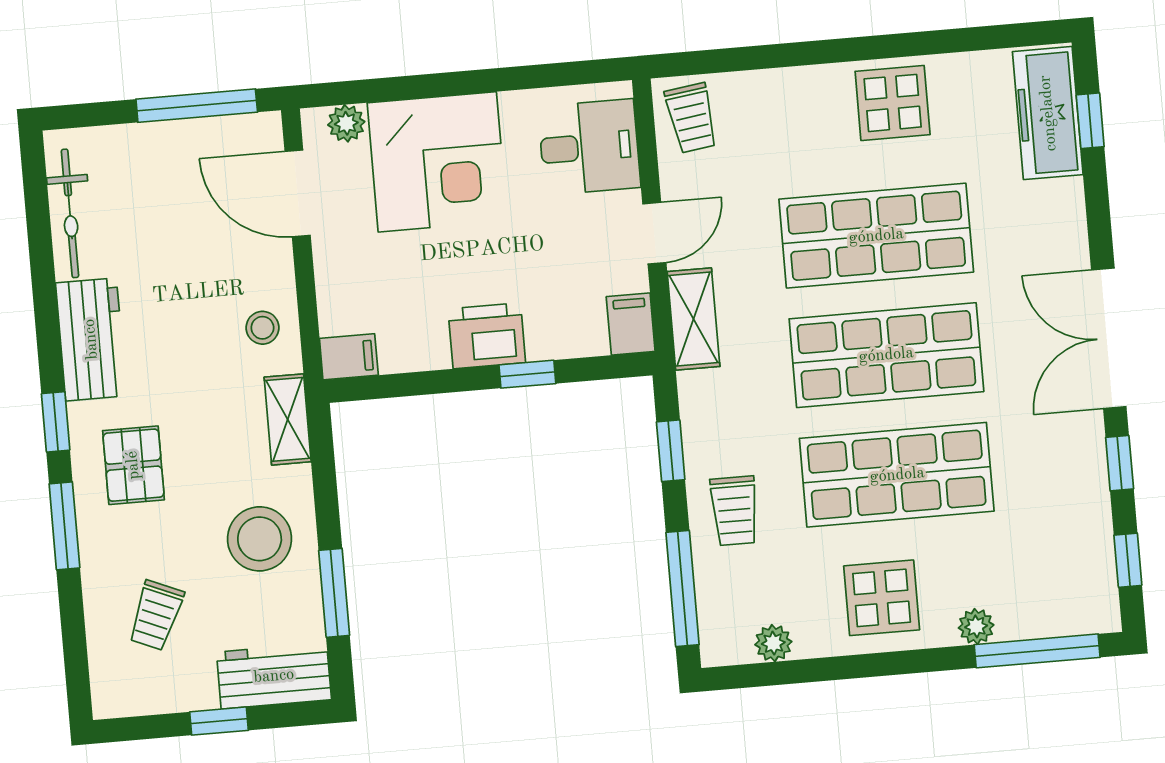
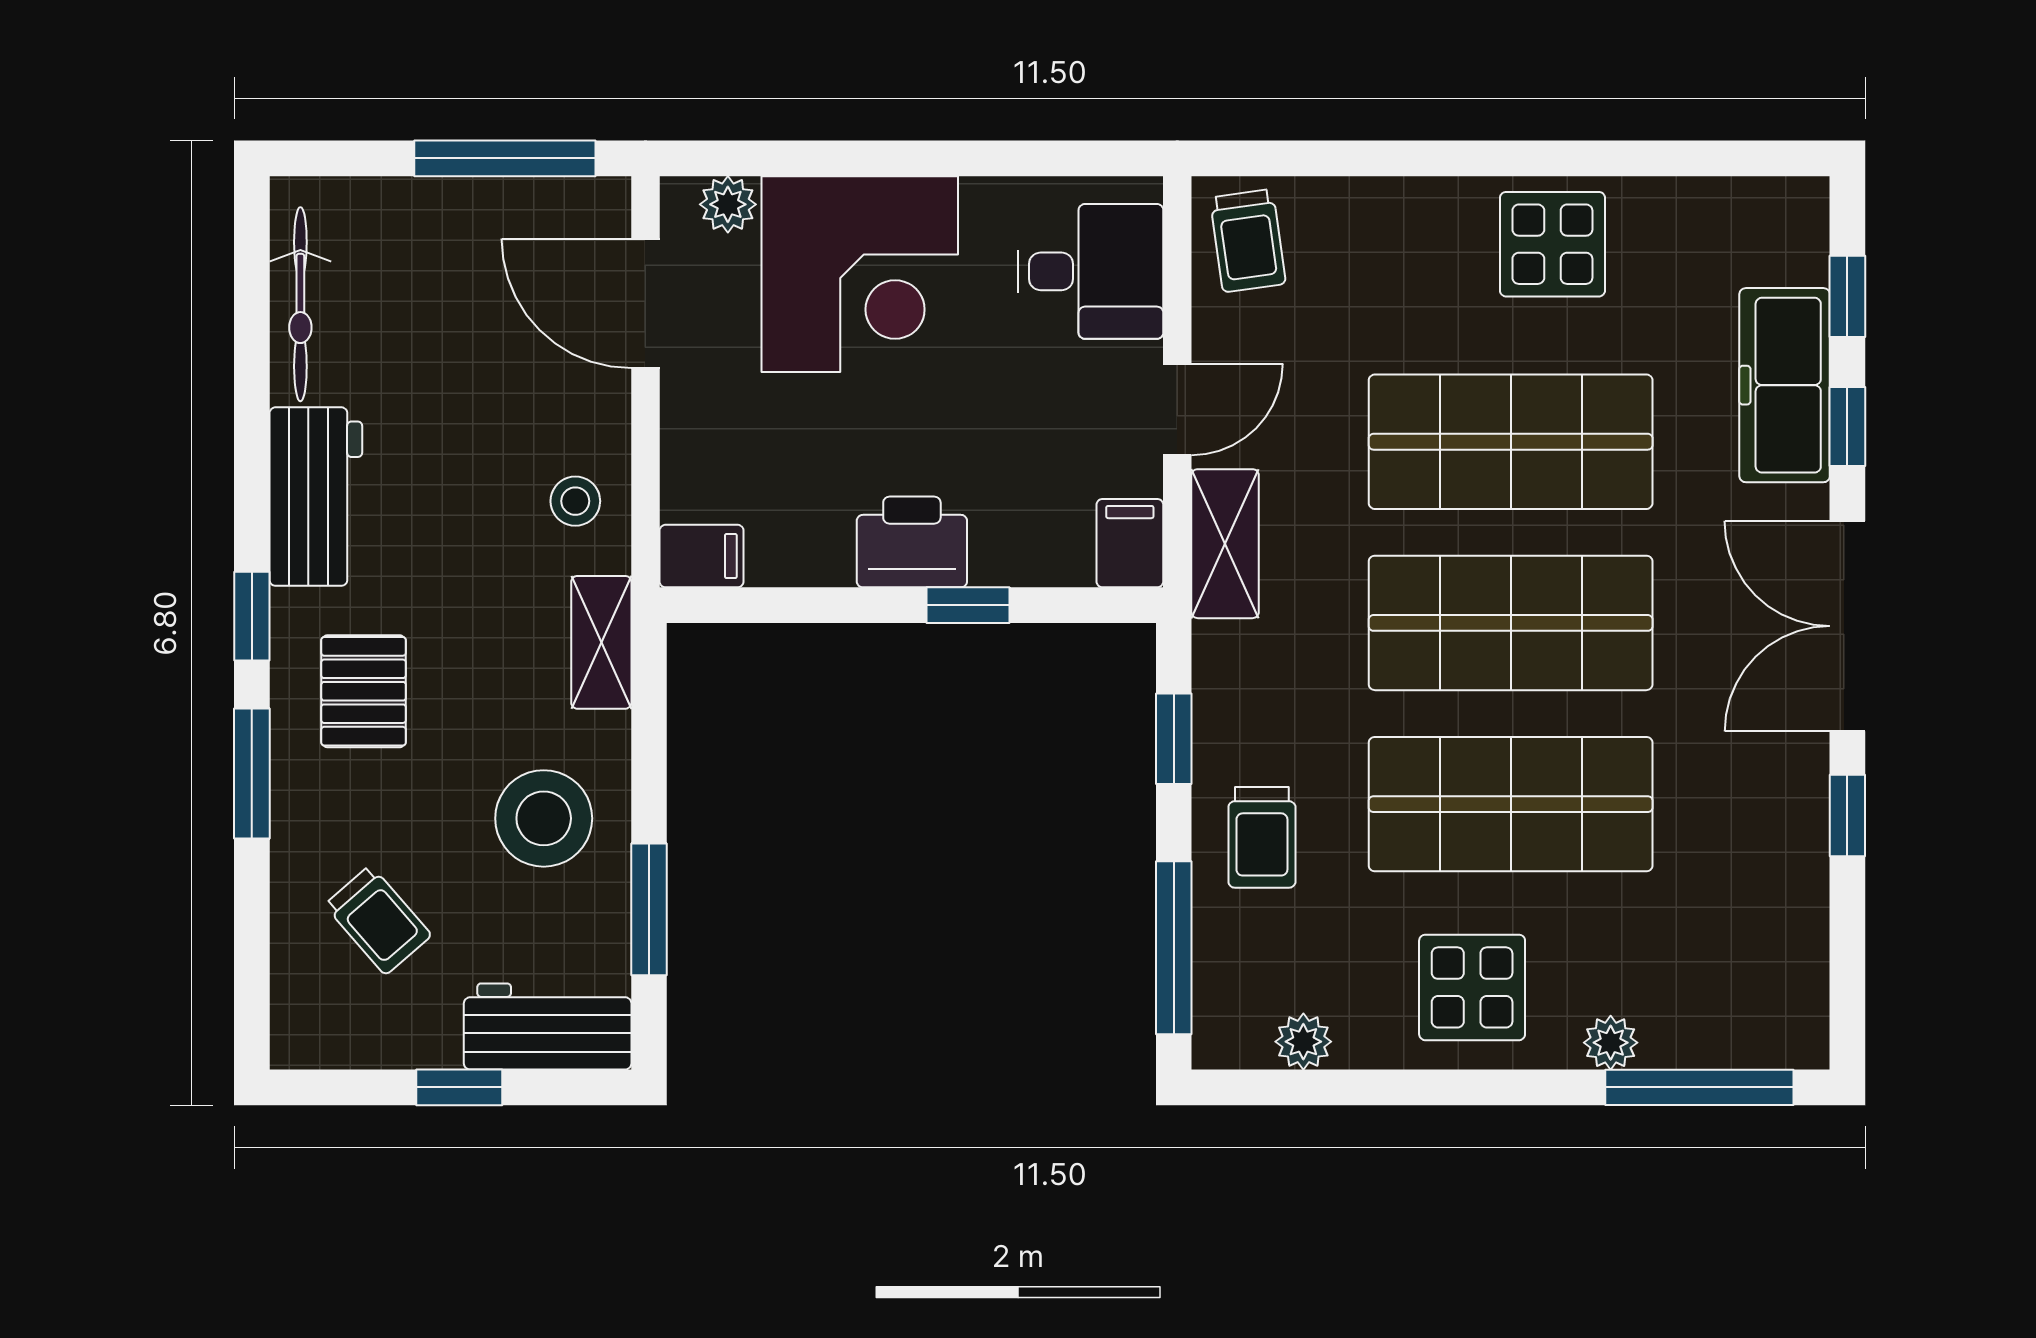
freezer: (1048, 113) -> (1785, 385), moved
window: (1128, 560) -> (1847, 426), moved
trolley: (156, 615) -> (378, 920), turned -64

